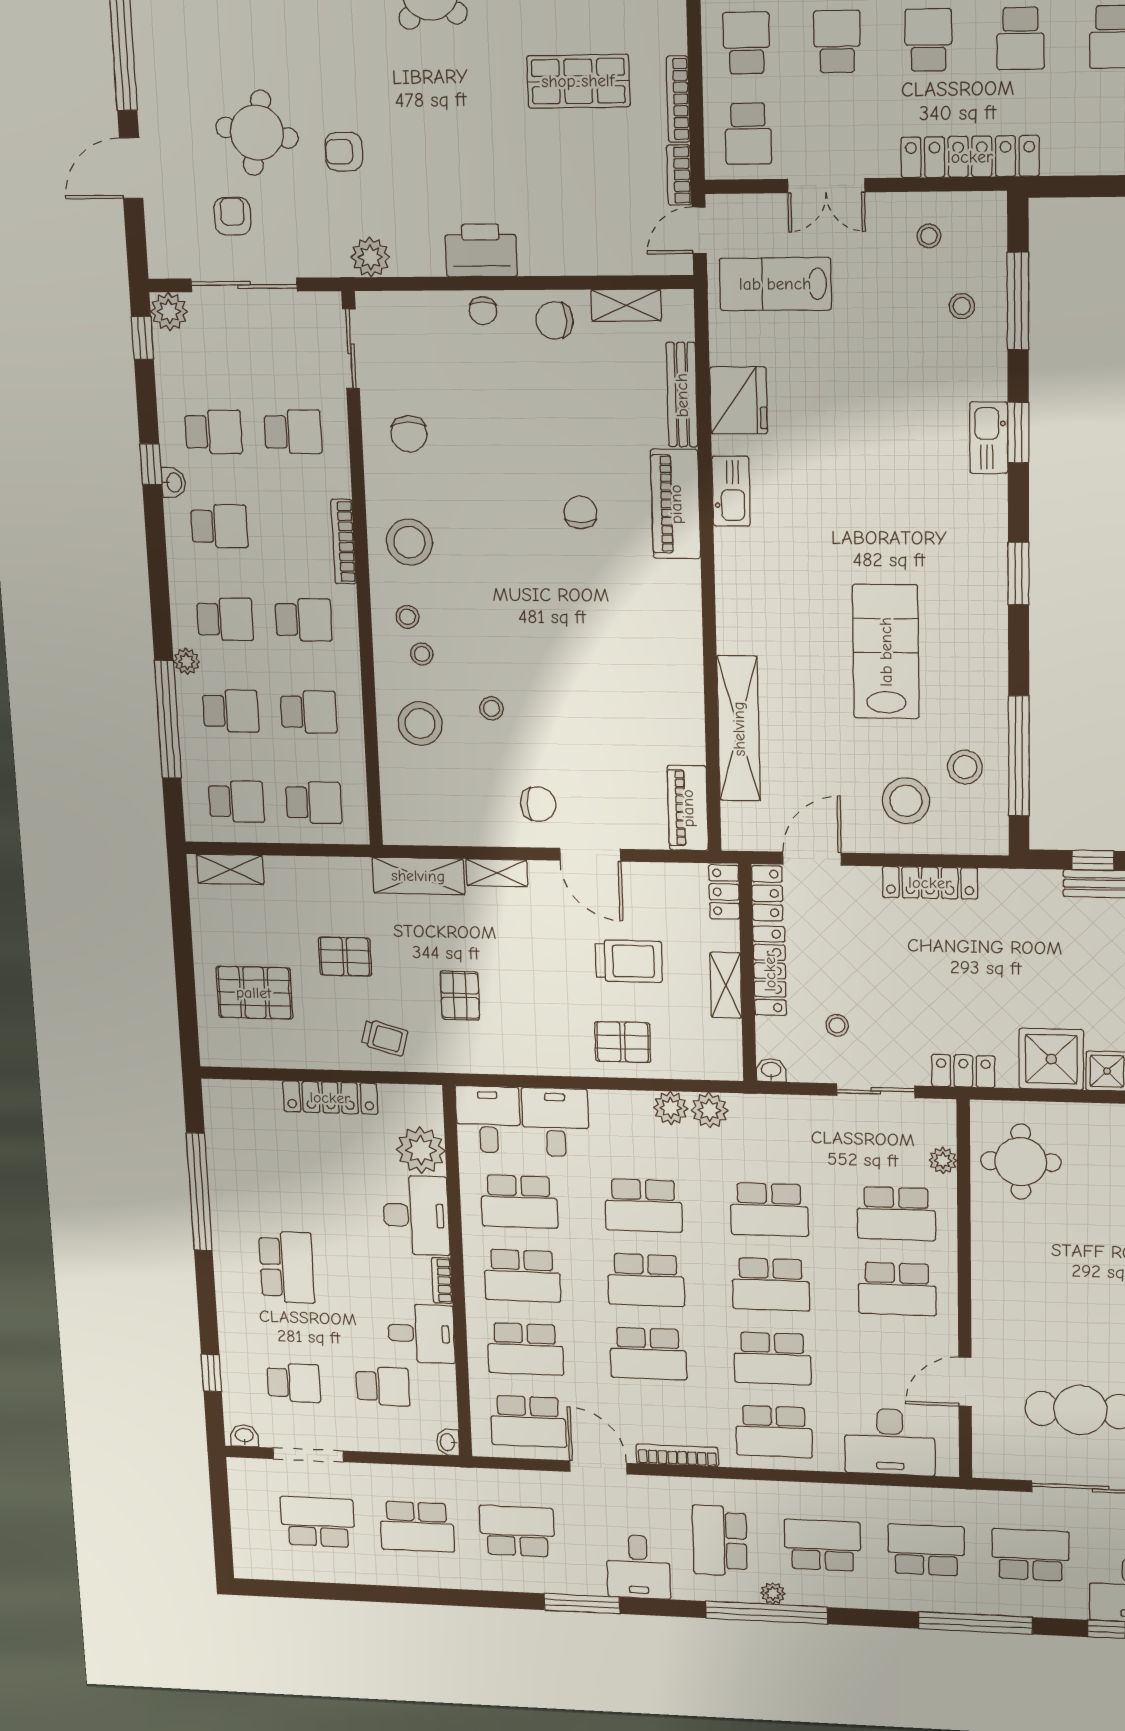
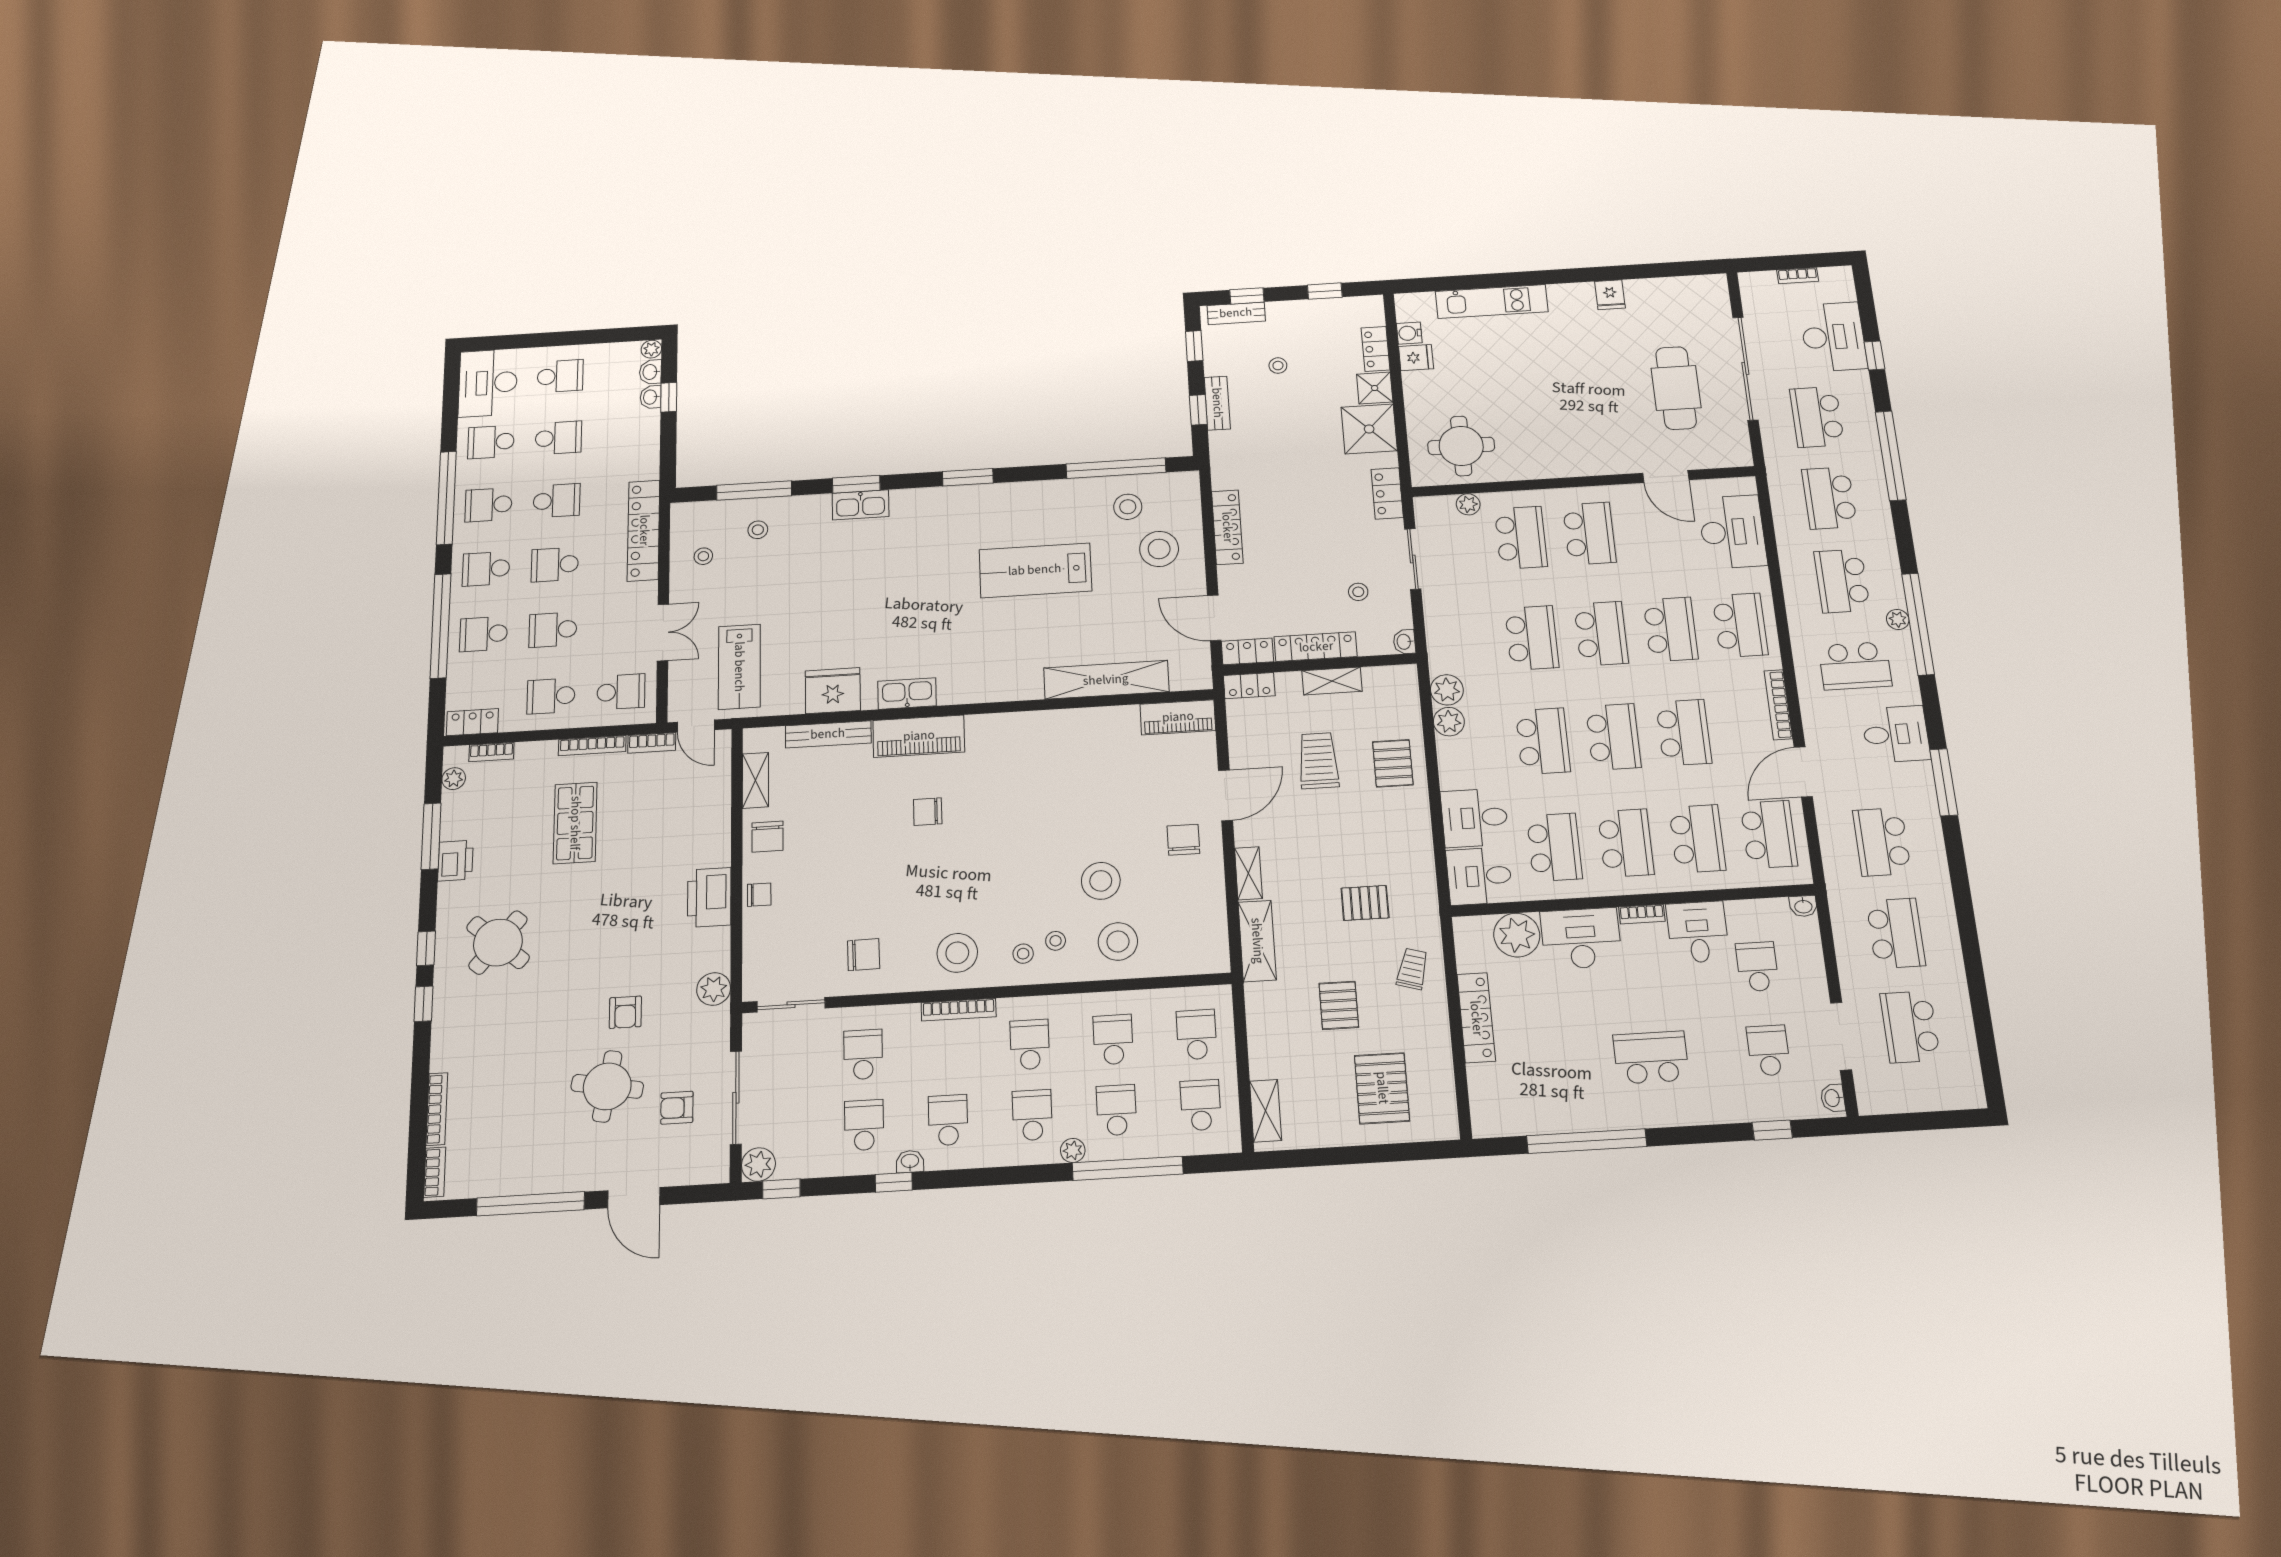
stool: (491, 708) -> (1101, 881), width x1.89, depth x1.89

